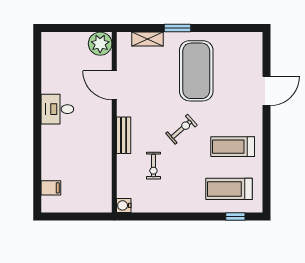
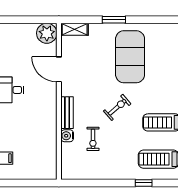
shelving: (148, 39) -> (75, 29), moved
water cooler: (124, 205) -> (67, 136), moved
window: (235, 216) -> (144, 183), moved

